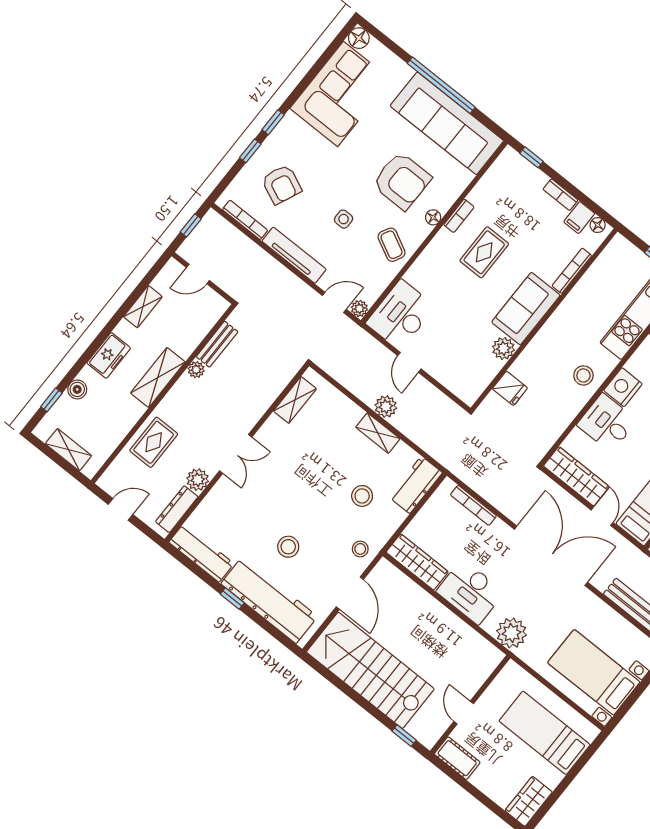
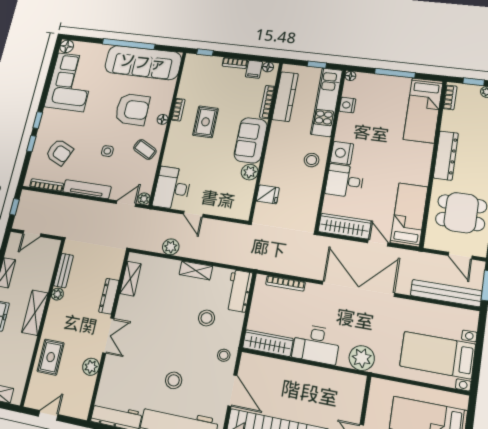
kitchen counter: (597, 277) -> (285, 97), added
plant: (386, 407) -> (171, 247), moved
dresser: (177, 509) -> (109, 296), moved

